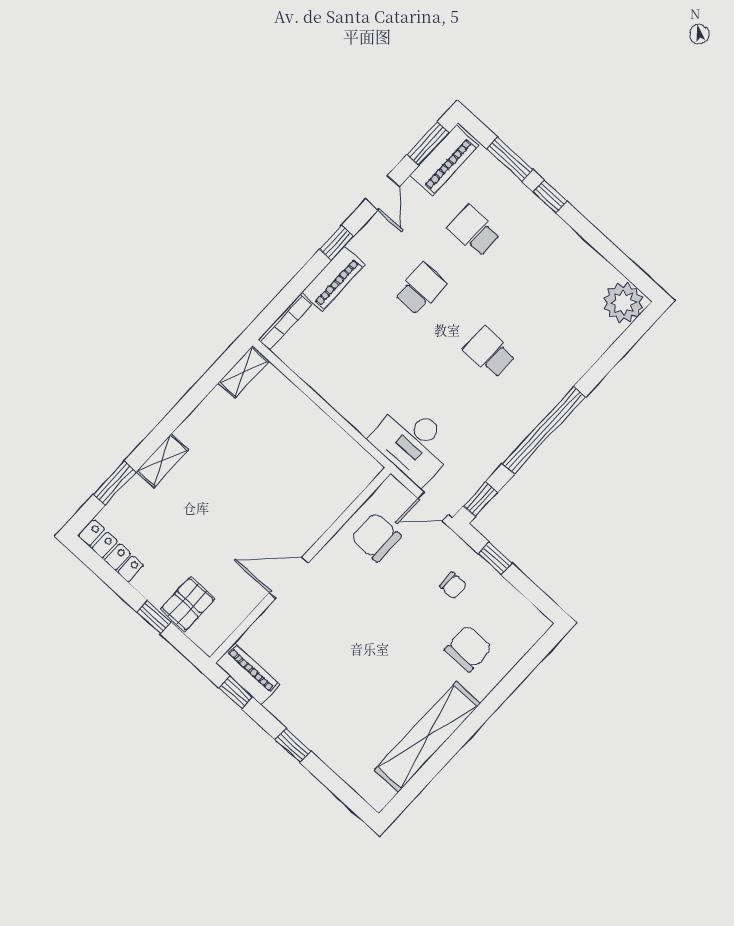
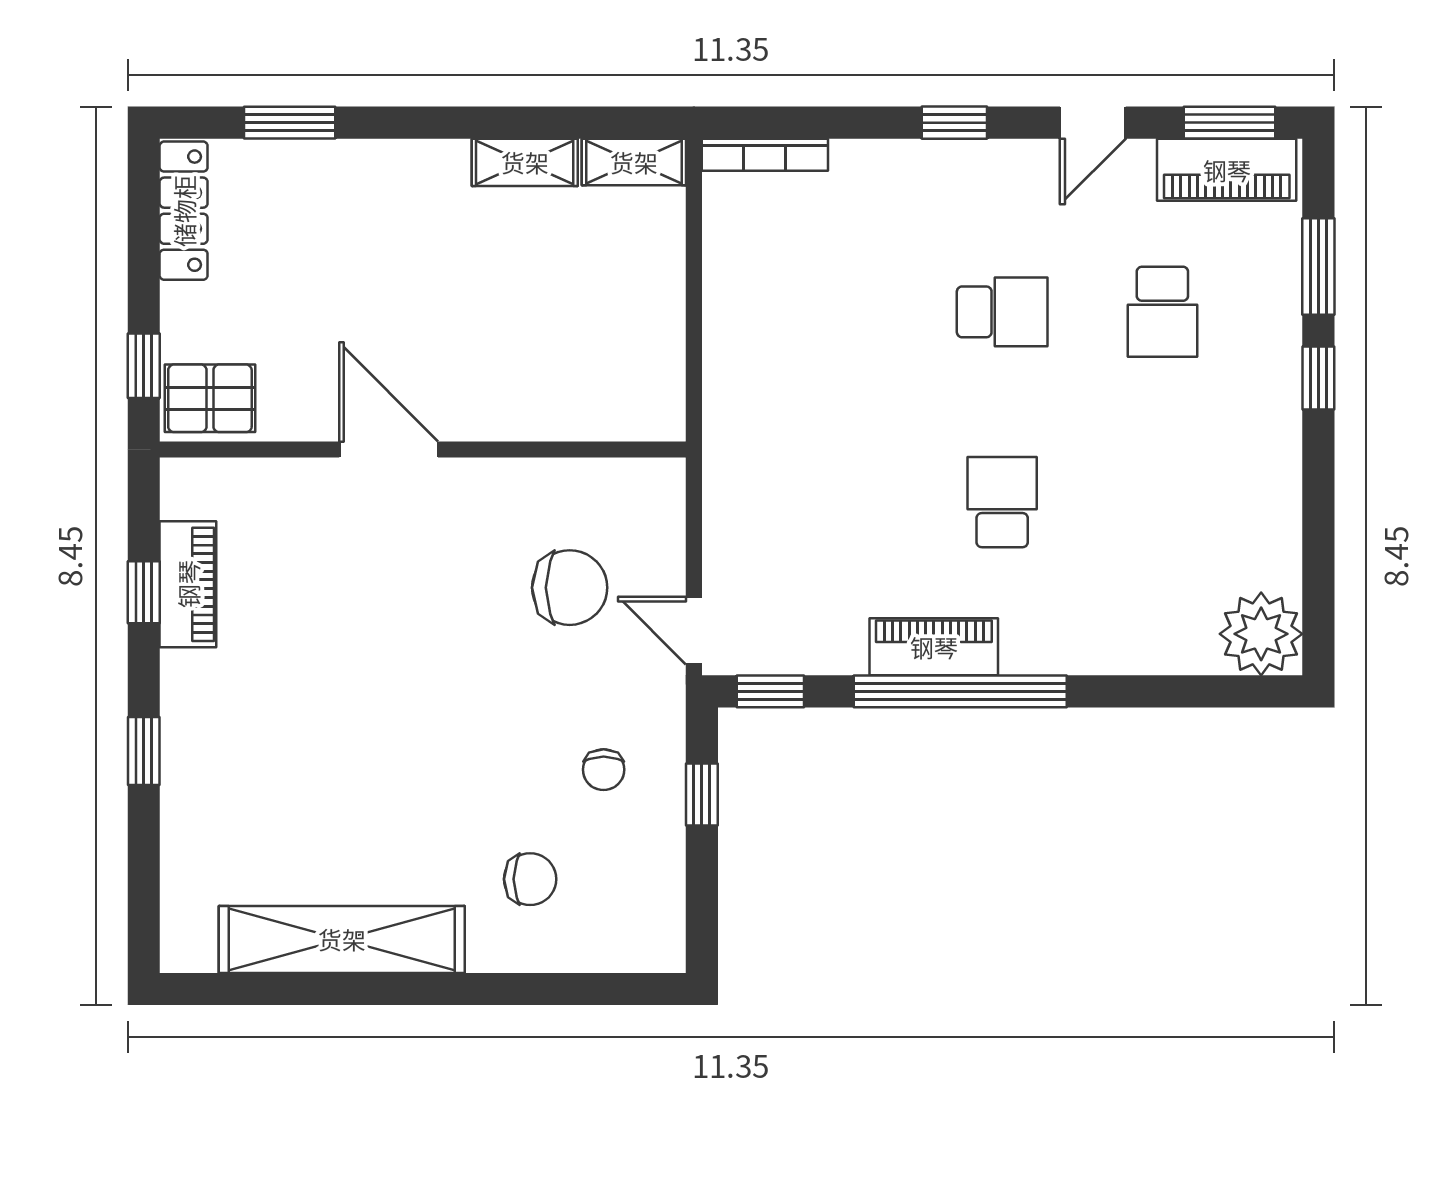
school desk: (474, 231) -> (1162, 312), turned 180
piano: (333, 279) -> (934, 647), moved, turned 180
desk: (413, 443) -> (761, 513), removed
shelving: (162, 461) -> (525, 162), moved
chair: (376, 537) -> (570, 588), turned 90
wall: (300, 565) -> (423, 449), moved
door: (289, 578) -> (389, 449), moved
chair: (468, 649) -> (530, 879), width x0.73, depth x0.73

